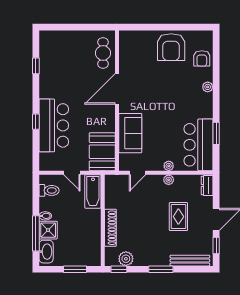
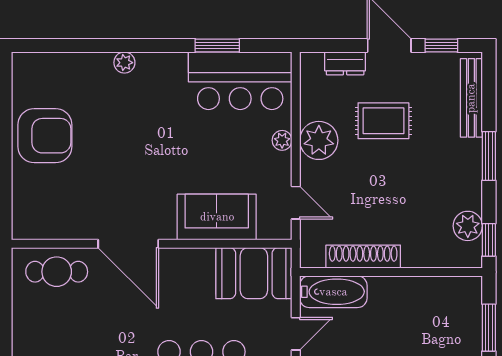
armchair: (202, 58) -> (67, 74), removed
plant: (169, 180) -> (319, 140), width x1.88, depth x1.88
dresser: (207, 185) -> (345, 63), moved
shoe rack: (110, 228) -> (363, 257), moved

